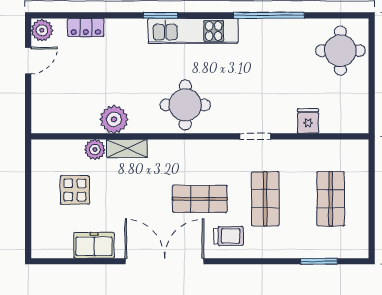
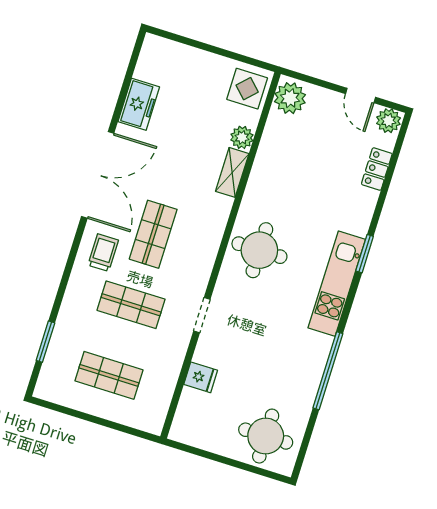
plant: (114, 119) -> (290, 98), moved
display table: (75, 190) -> (247, 89), moved
trolley: (229, 236) -> (103, 253), turned 180

